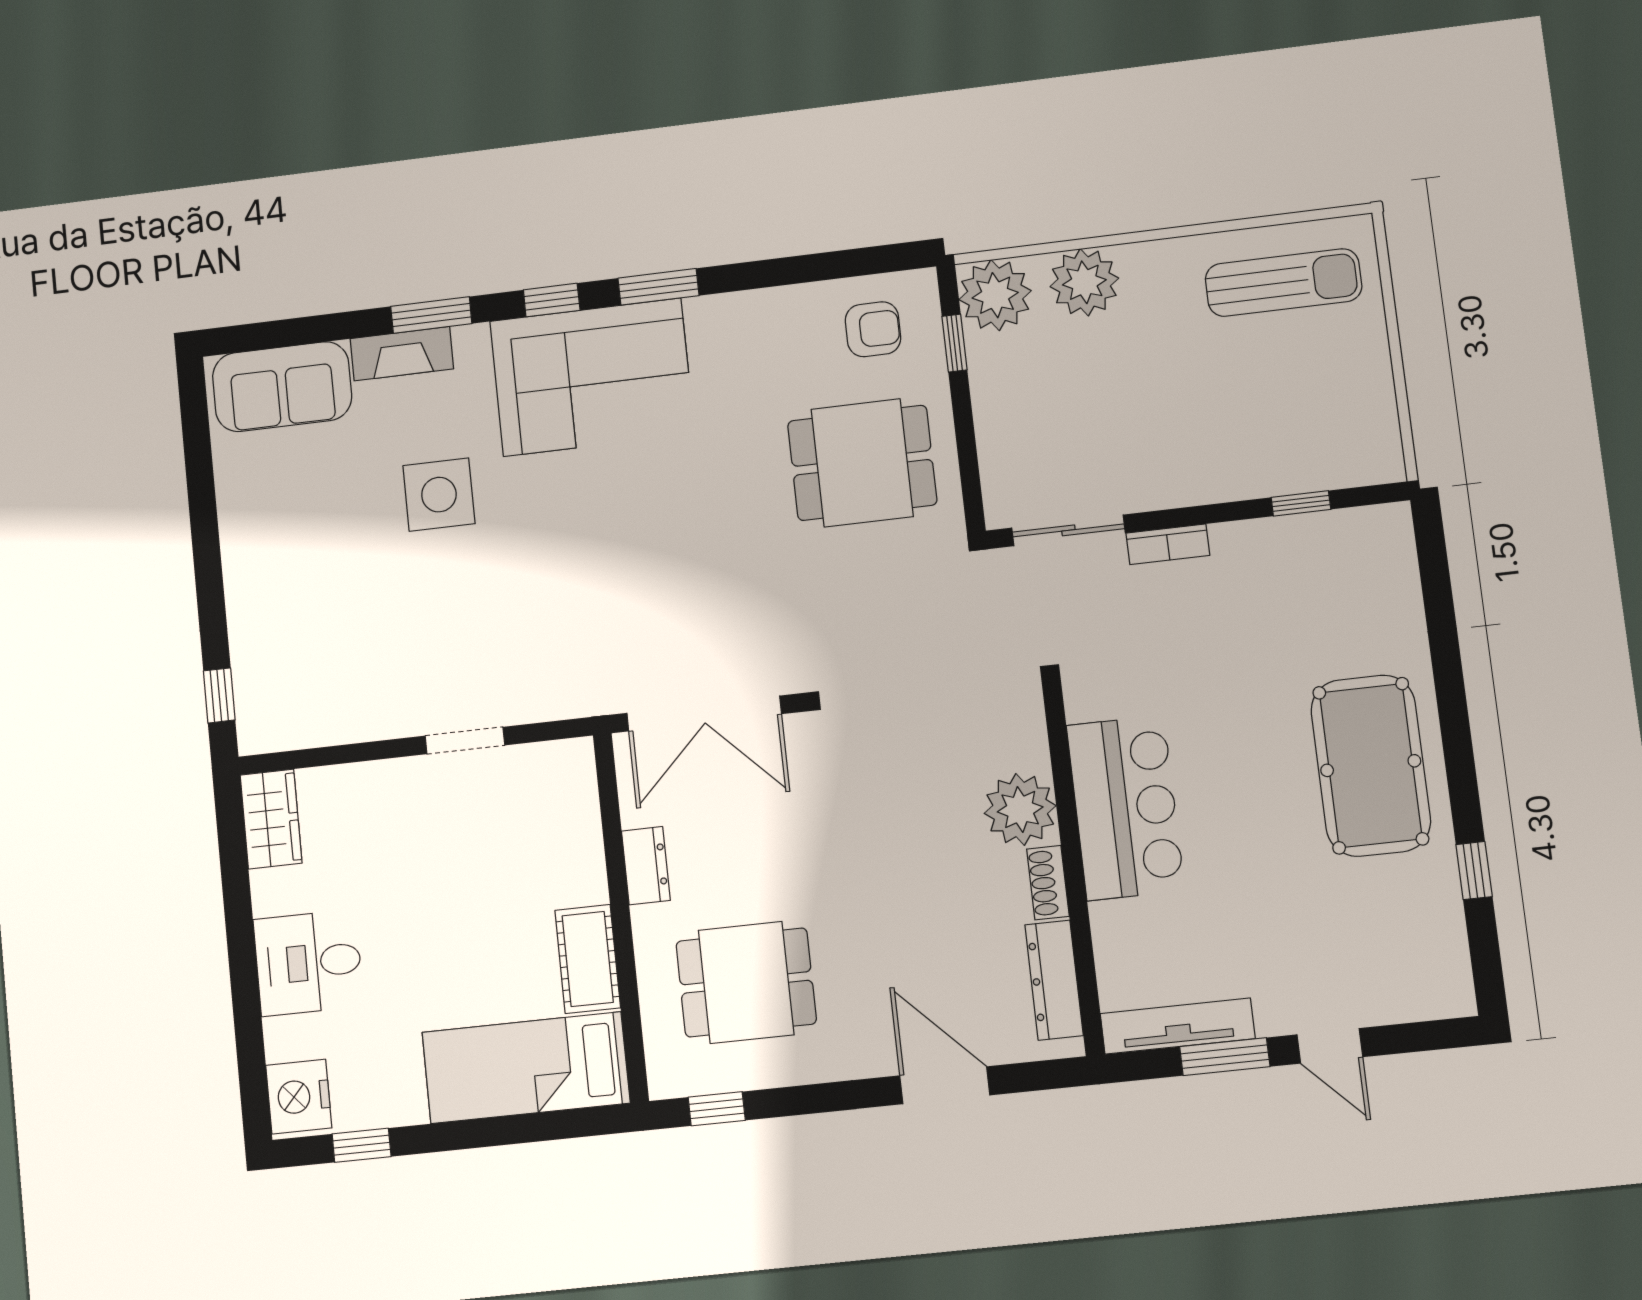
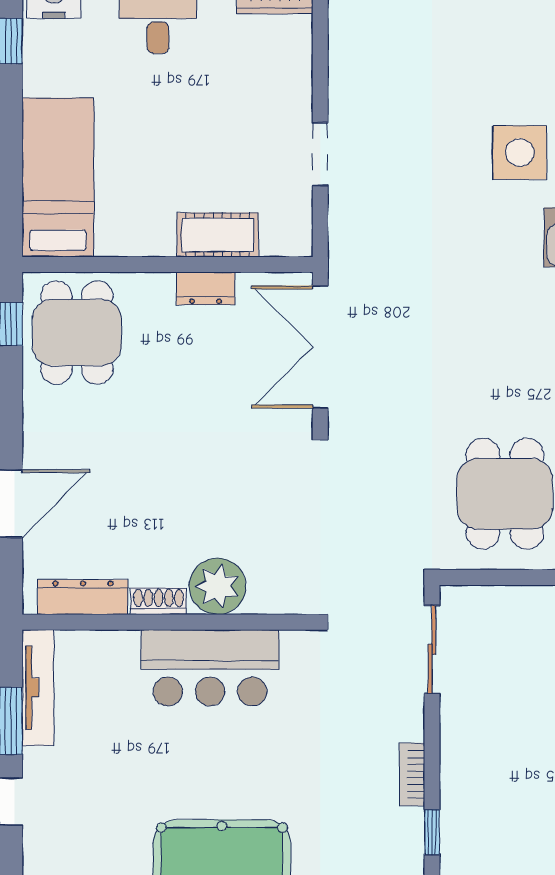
bookcase: (1168, 544) -> (412, 774), moved
cot: (588, 959) -> (218, 235), moved
dining table: (746, 982) -> (77, 333), moved

